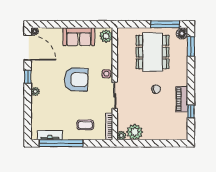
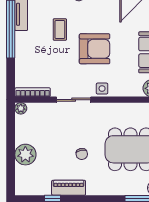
armchair: (76, 79) -> (95, 49), turned -92
coffee table: (85, 125) -> (60, 29), moved
plant: (135, 132) -> (25, 155), moved

